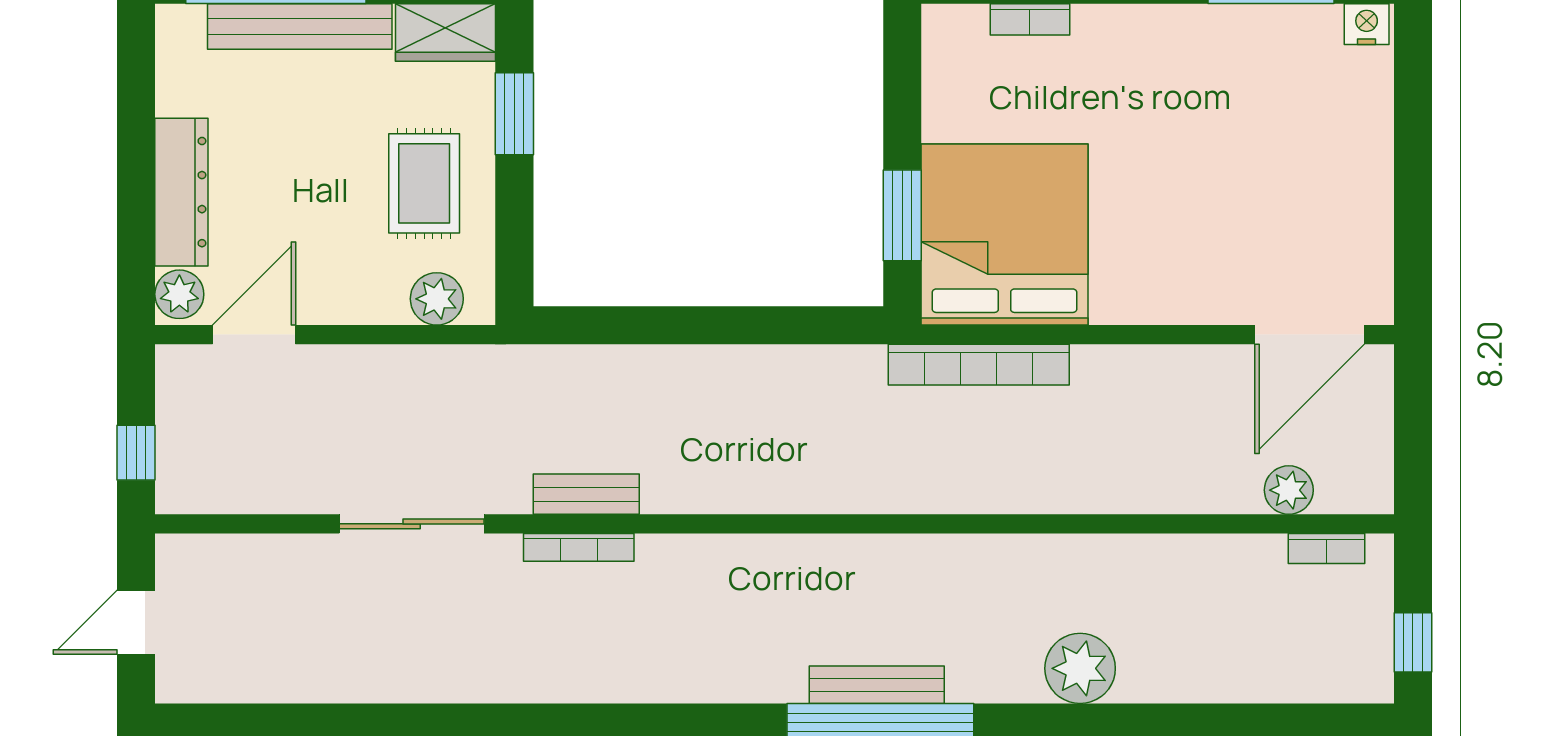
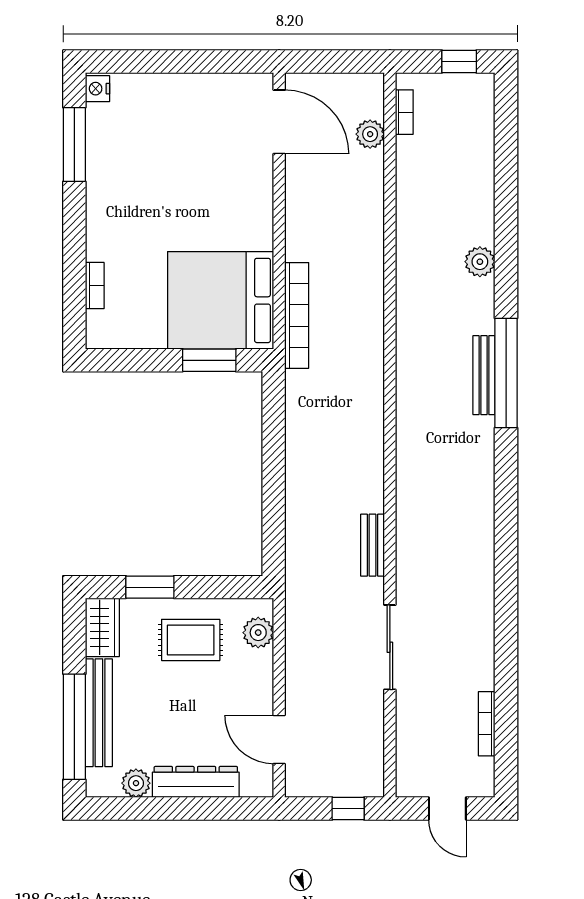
plant: (179, 294) -> (136, 783), moved
bookcase: (579, 547) -> (487, 724), moved, turned 180
plant: (1080, 668) -> (480, 262), width x0.73, depth x0.73

